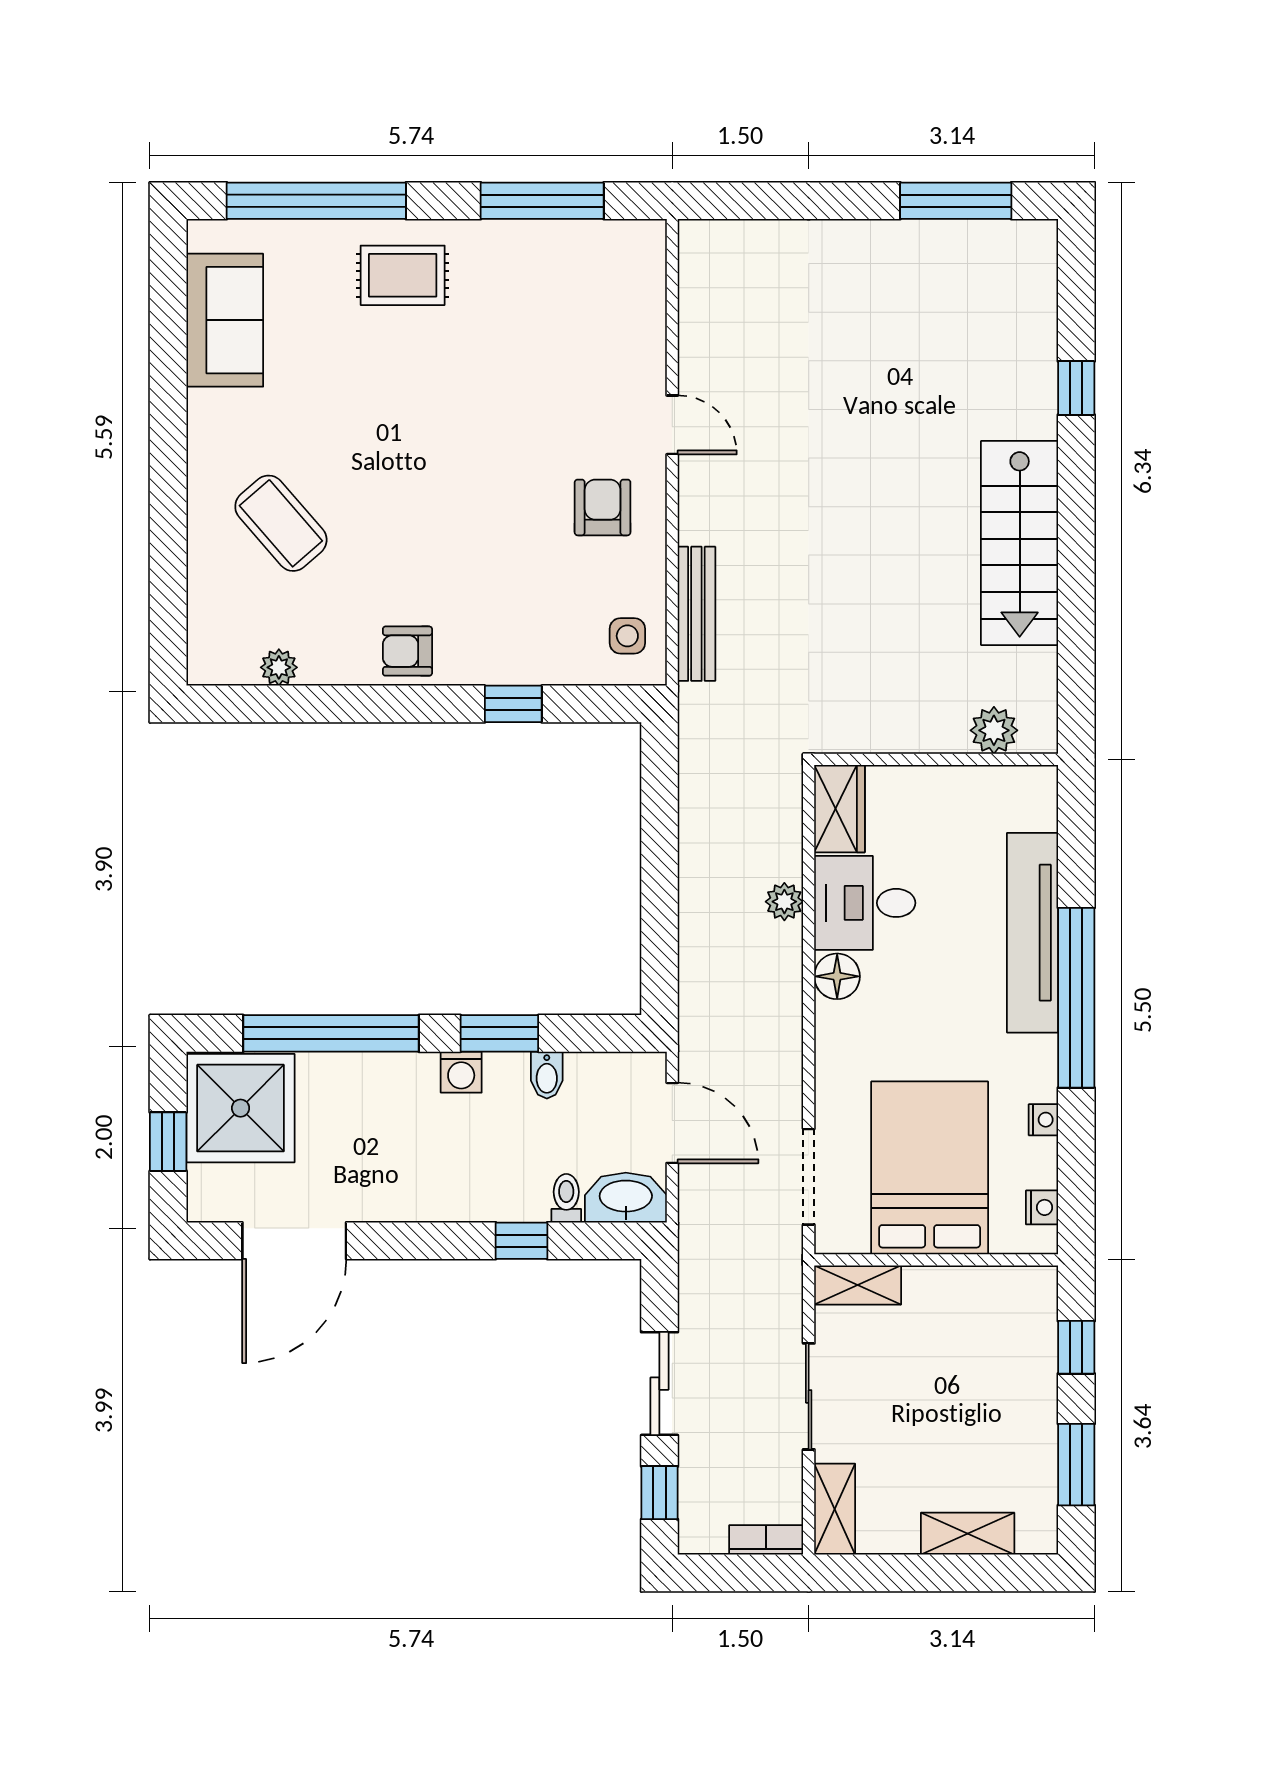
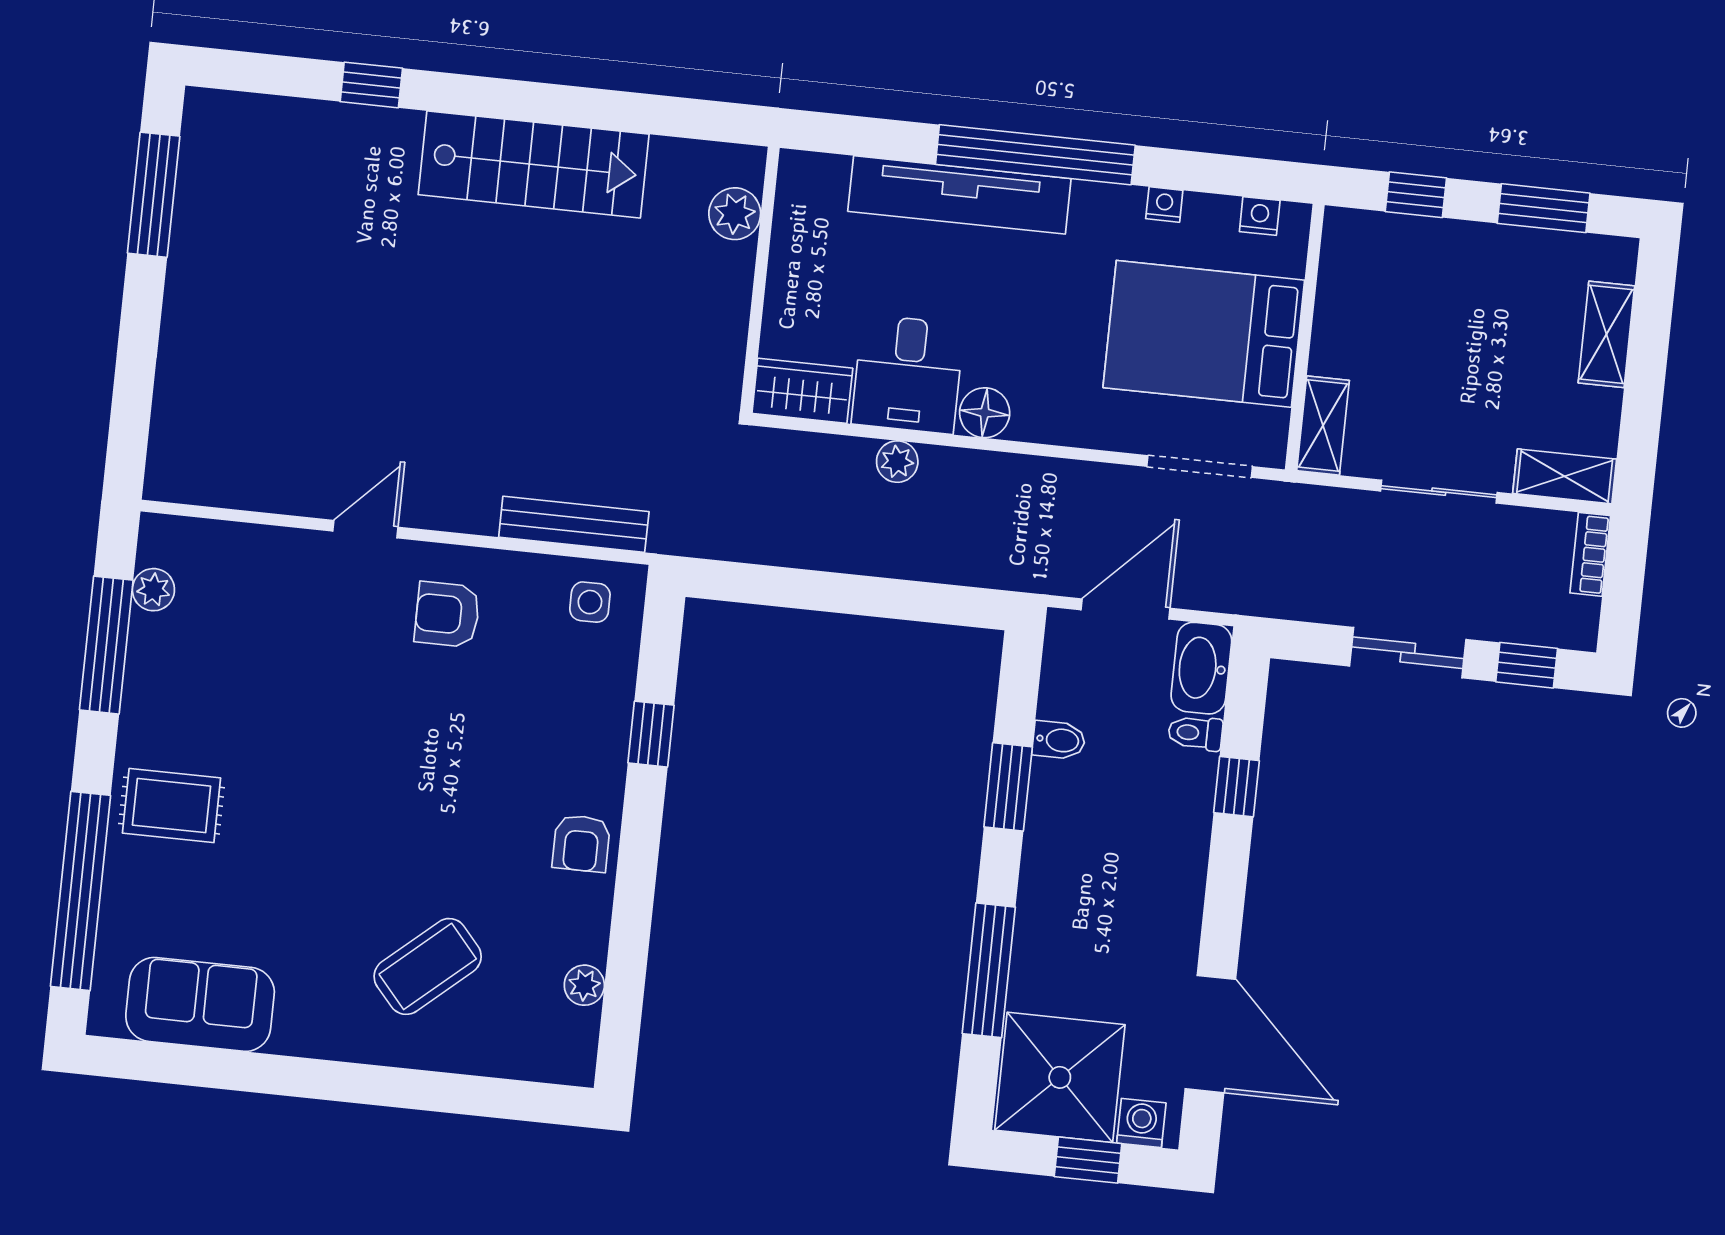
plant: (597, 238) -> (153, 590), added
rug: (403, 275) -> (172, 806), turned 90
window: (331, 1033) -> (989, 970), width x0.68
washing machine: (461, 1072) -> (1141, 1123), moved, turned -90

